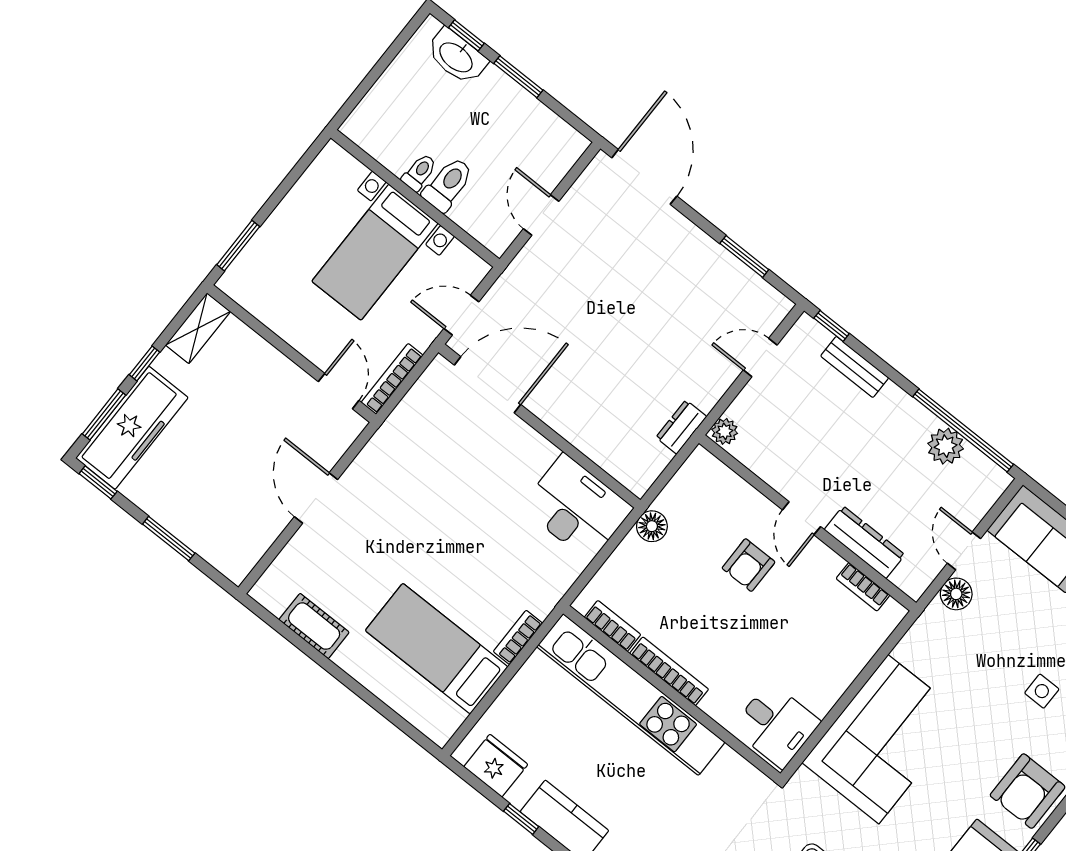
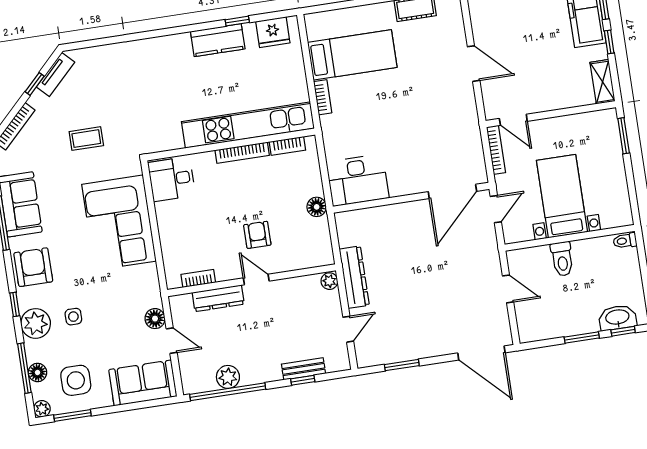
toilet: (419, 172) -> (625, 241), moved, turned 90
window: (832, 326) -> (303, 380), moved
dresser: (681, 427) -> (354, 277), width x1.96, depth x1.24

